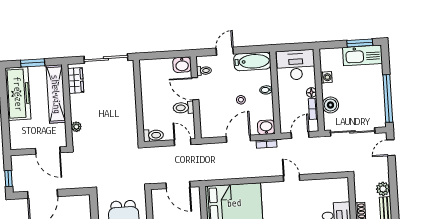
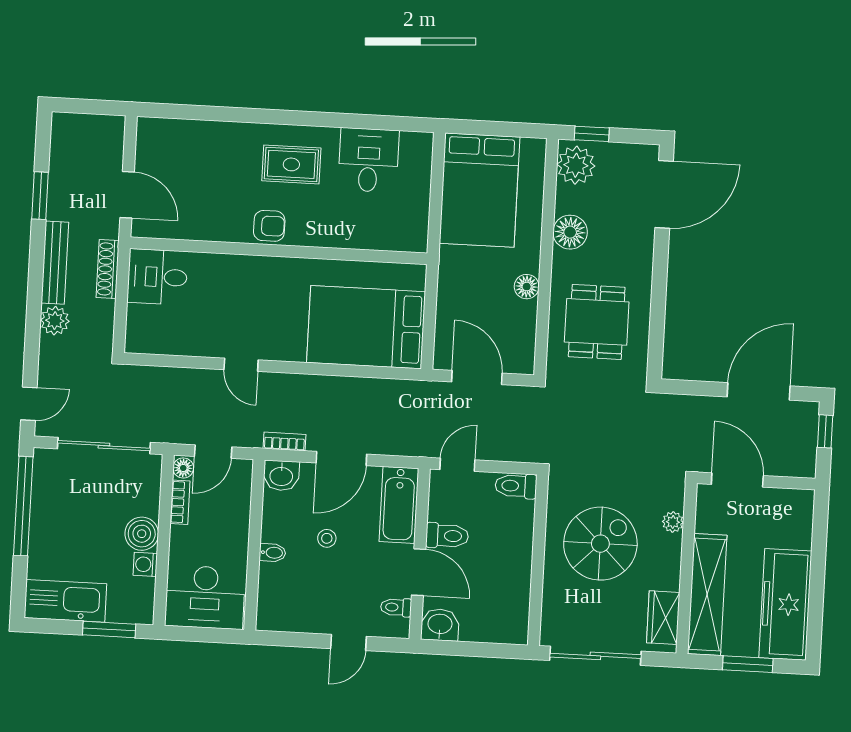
window: (360, 43) -> (109, 629), moved
bathtub: (252, 61) -> (399, 505), moved, turned -90
floor lamp: (311, 92) -> (183, 468), moved
boiler: (330, 105) -> (142, 534), moved
spiral stairs: (110, 112) -> (600, 544), added
door: (183, 142) -> (457, 465), swing flipped

